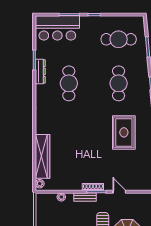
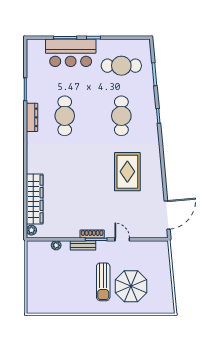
bar counter: (57, 28) -> (71, 53), moved
dresser: (40, 71) -> (32, 117), moved

